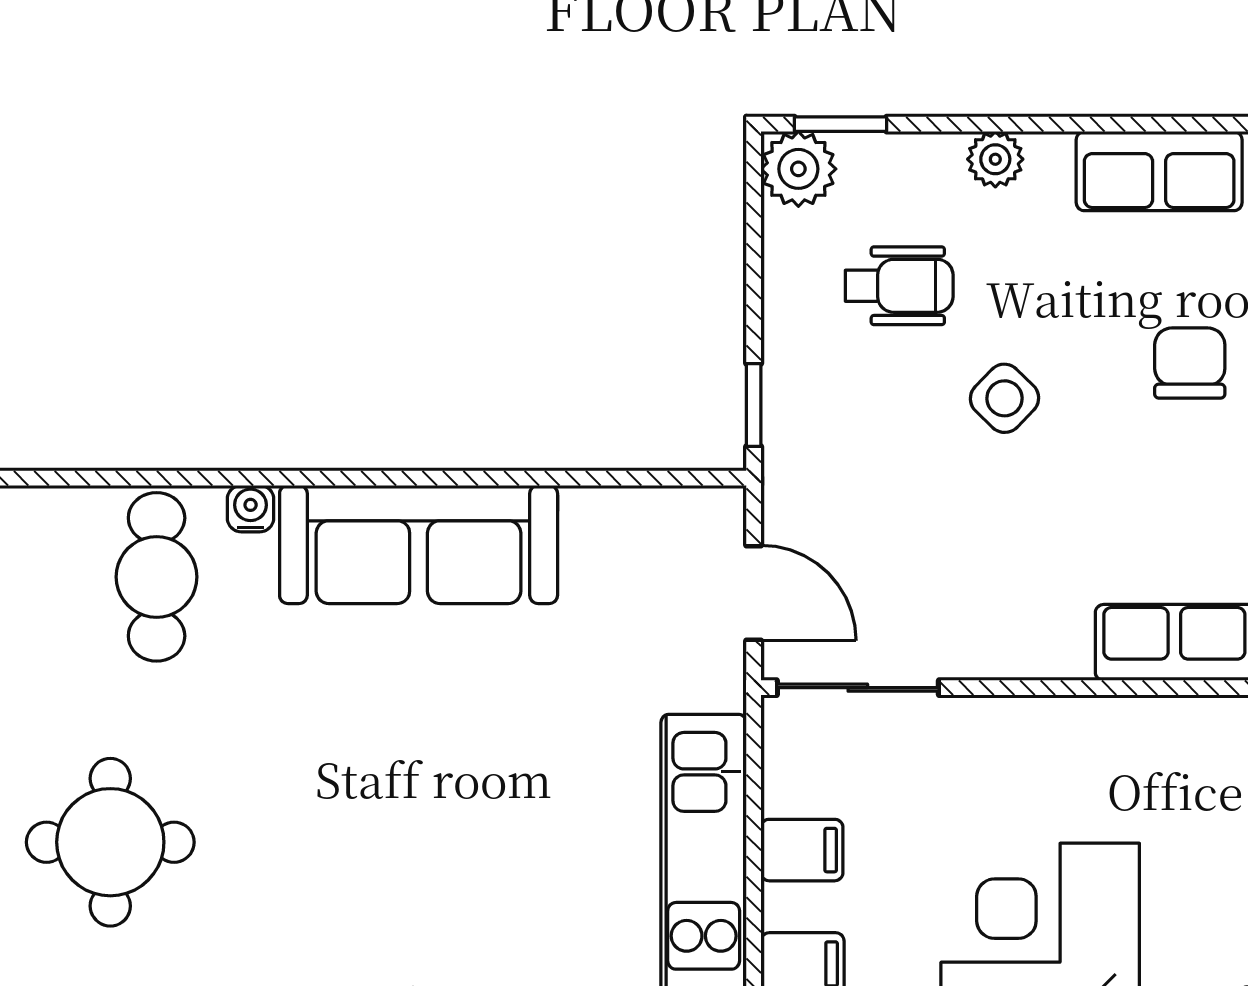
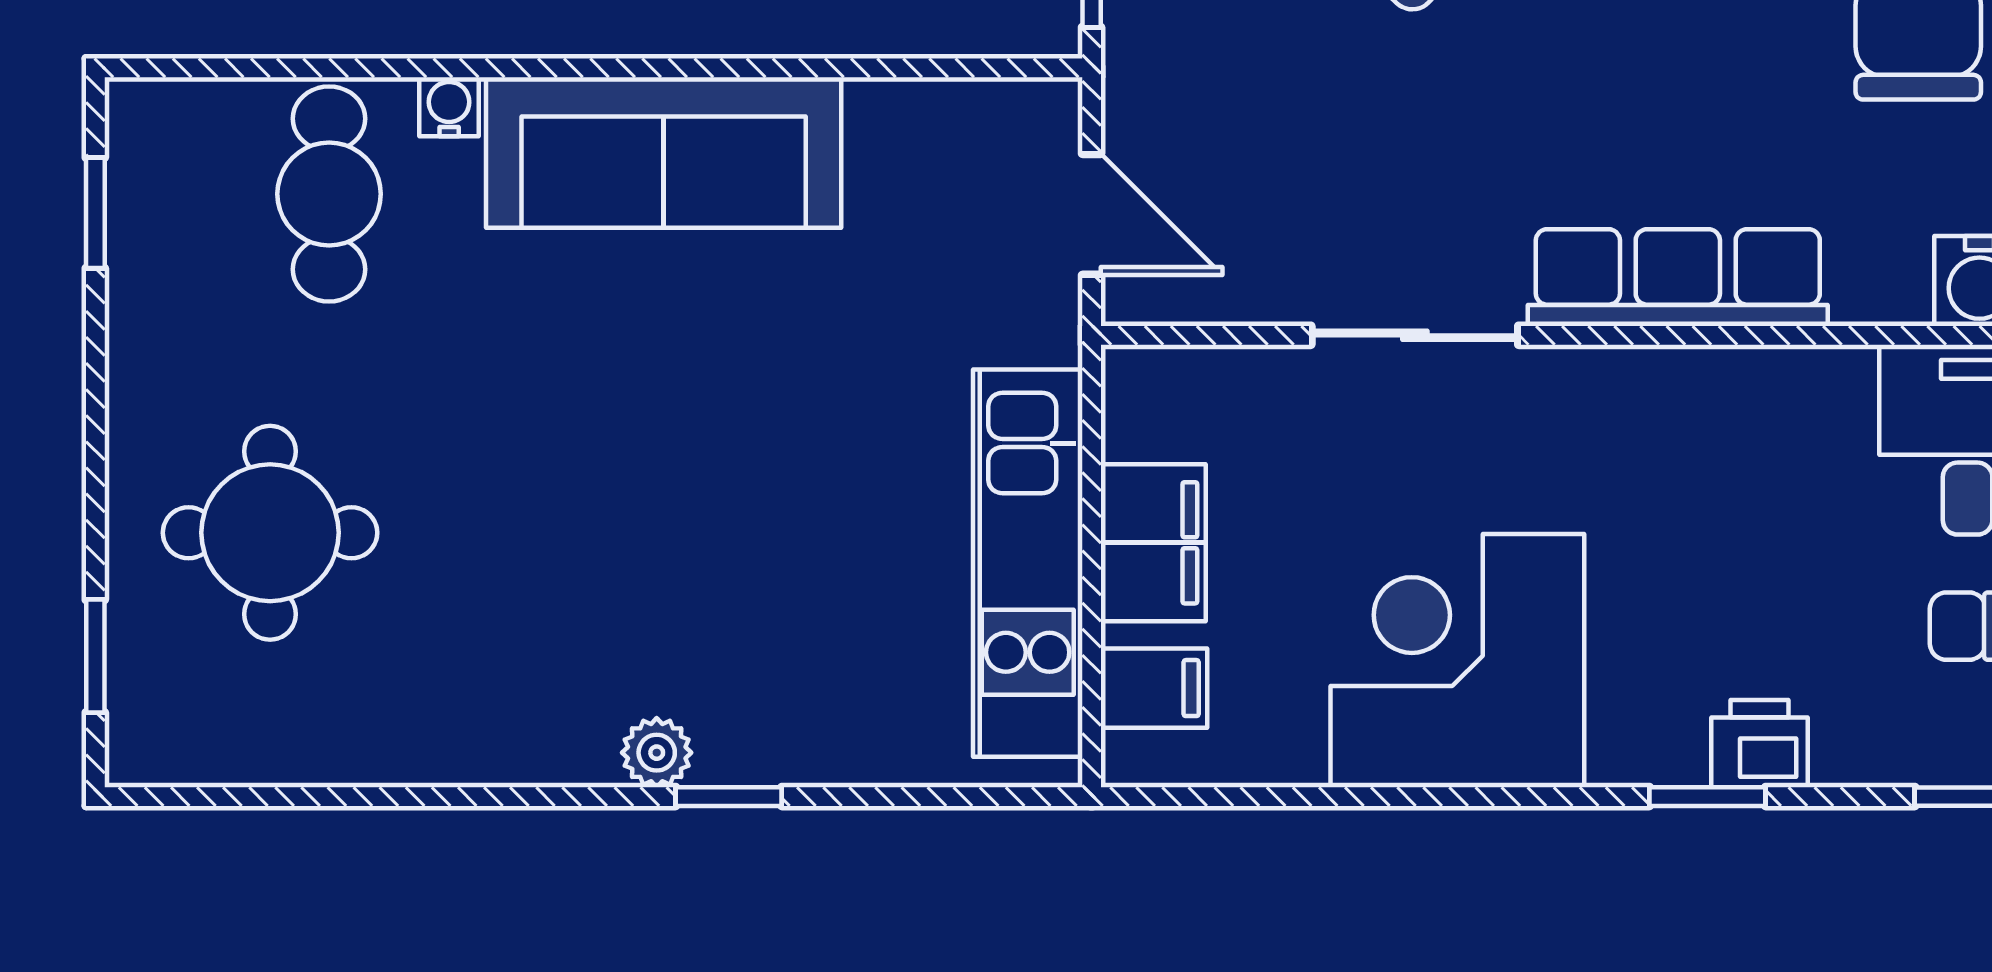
sliding door: (858, 688) -> (1415, 335), moved
filing cabinet: (802, 850) -> (1153, 543), width x2.00

